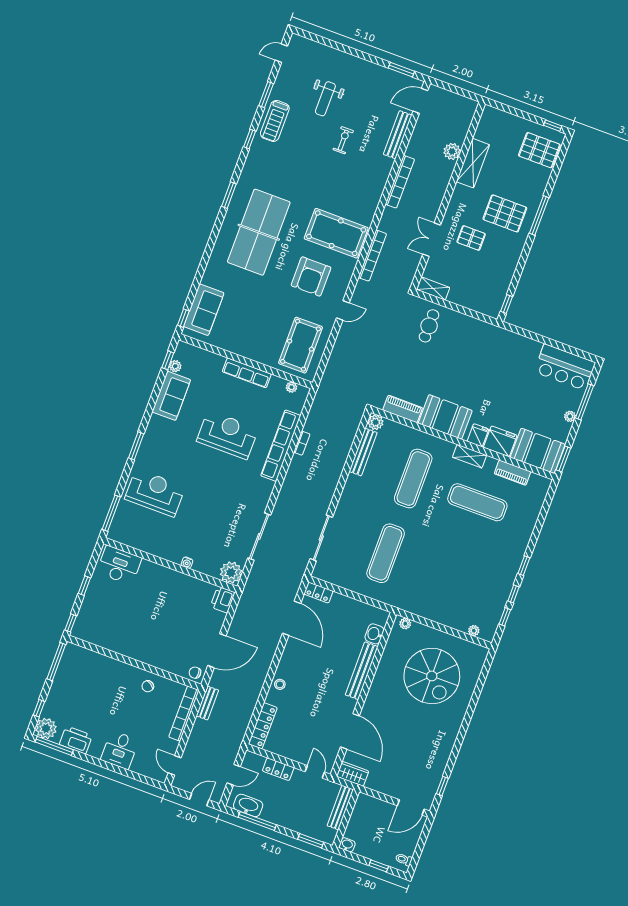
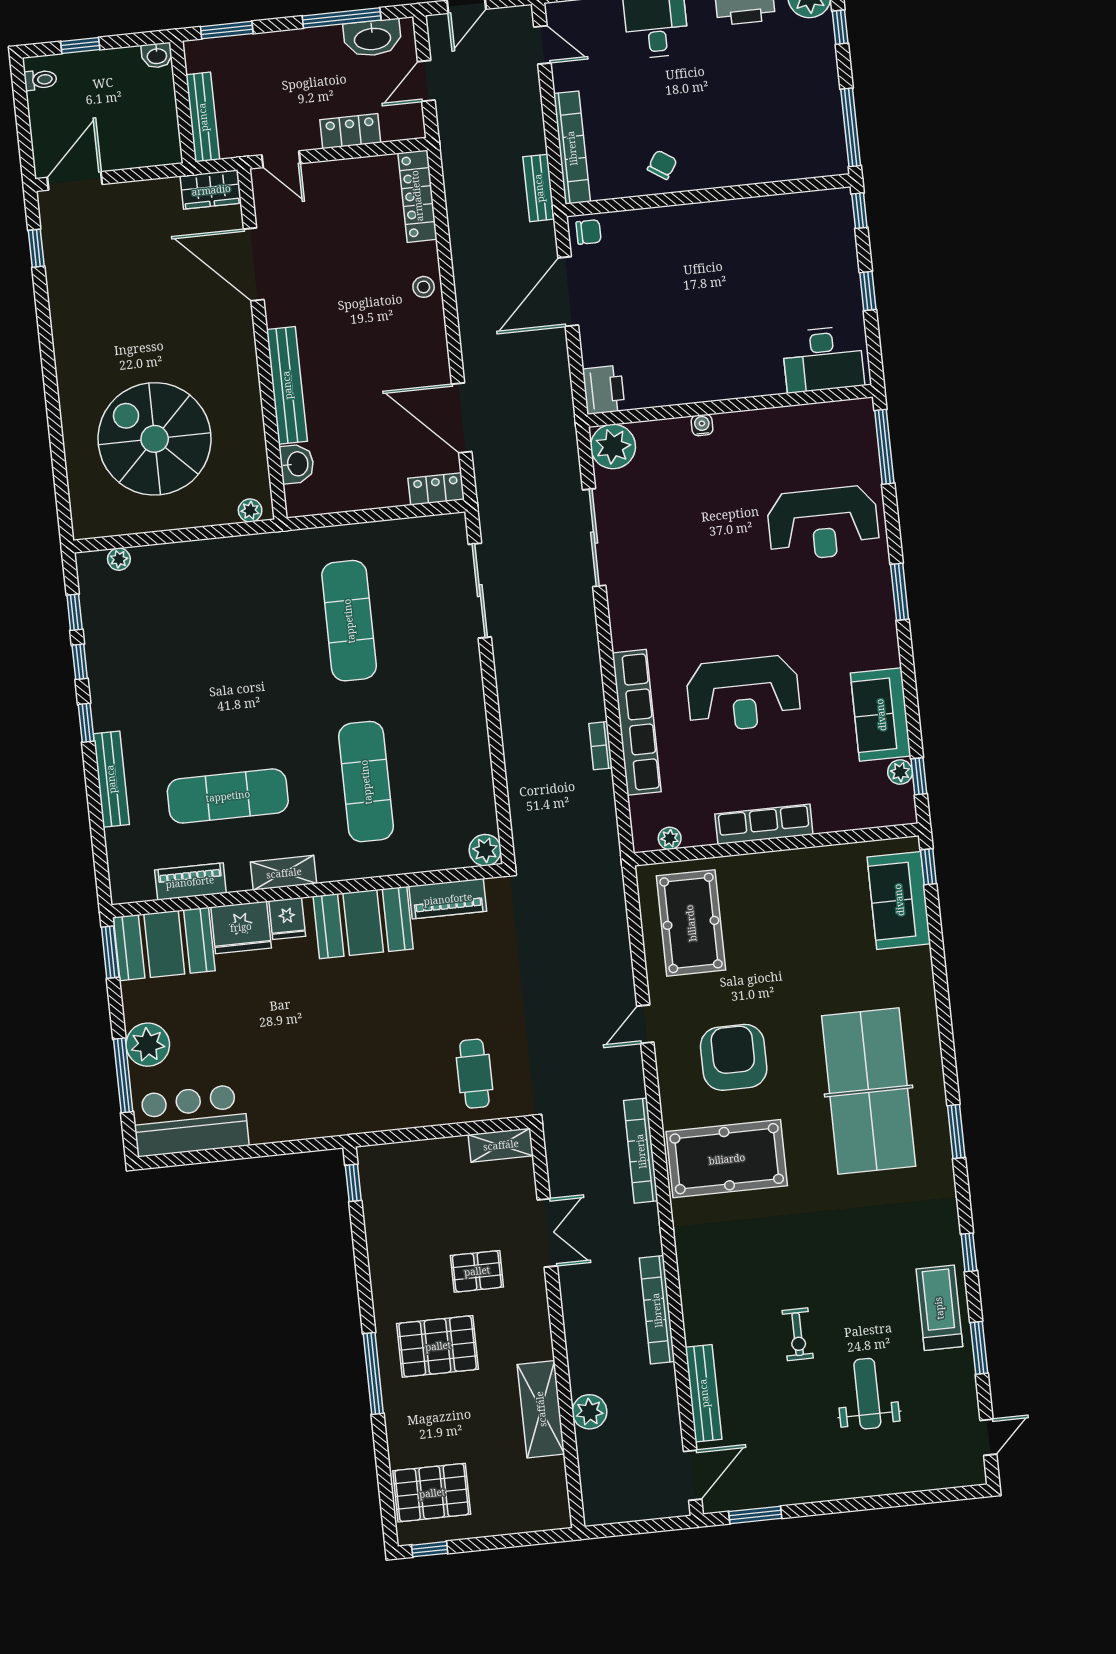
plant: (570, 416) -> (148, 1045), width x1.88, depth x1.88
bench: (363, 452) -> (111, 779), moved

